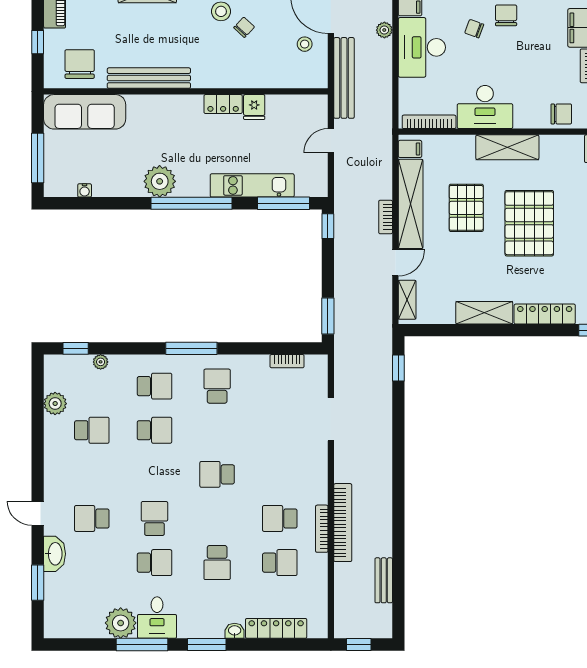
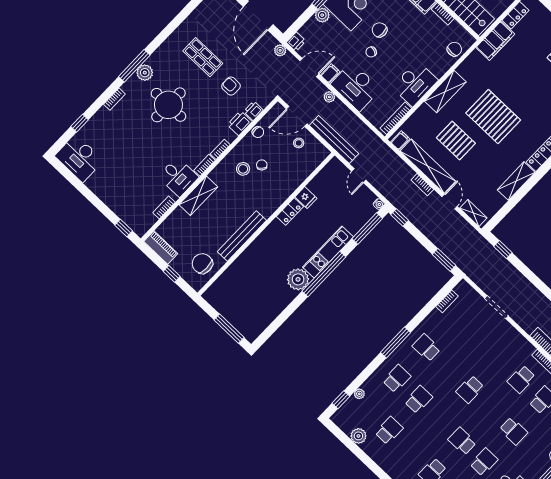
sofa: (85, 112) -> (228, 284), removed
kitchen unit: (252, 185) -> (328, 252), moved
water cooler: (85, 190) -> (379, 204), moved

